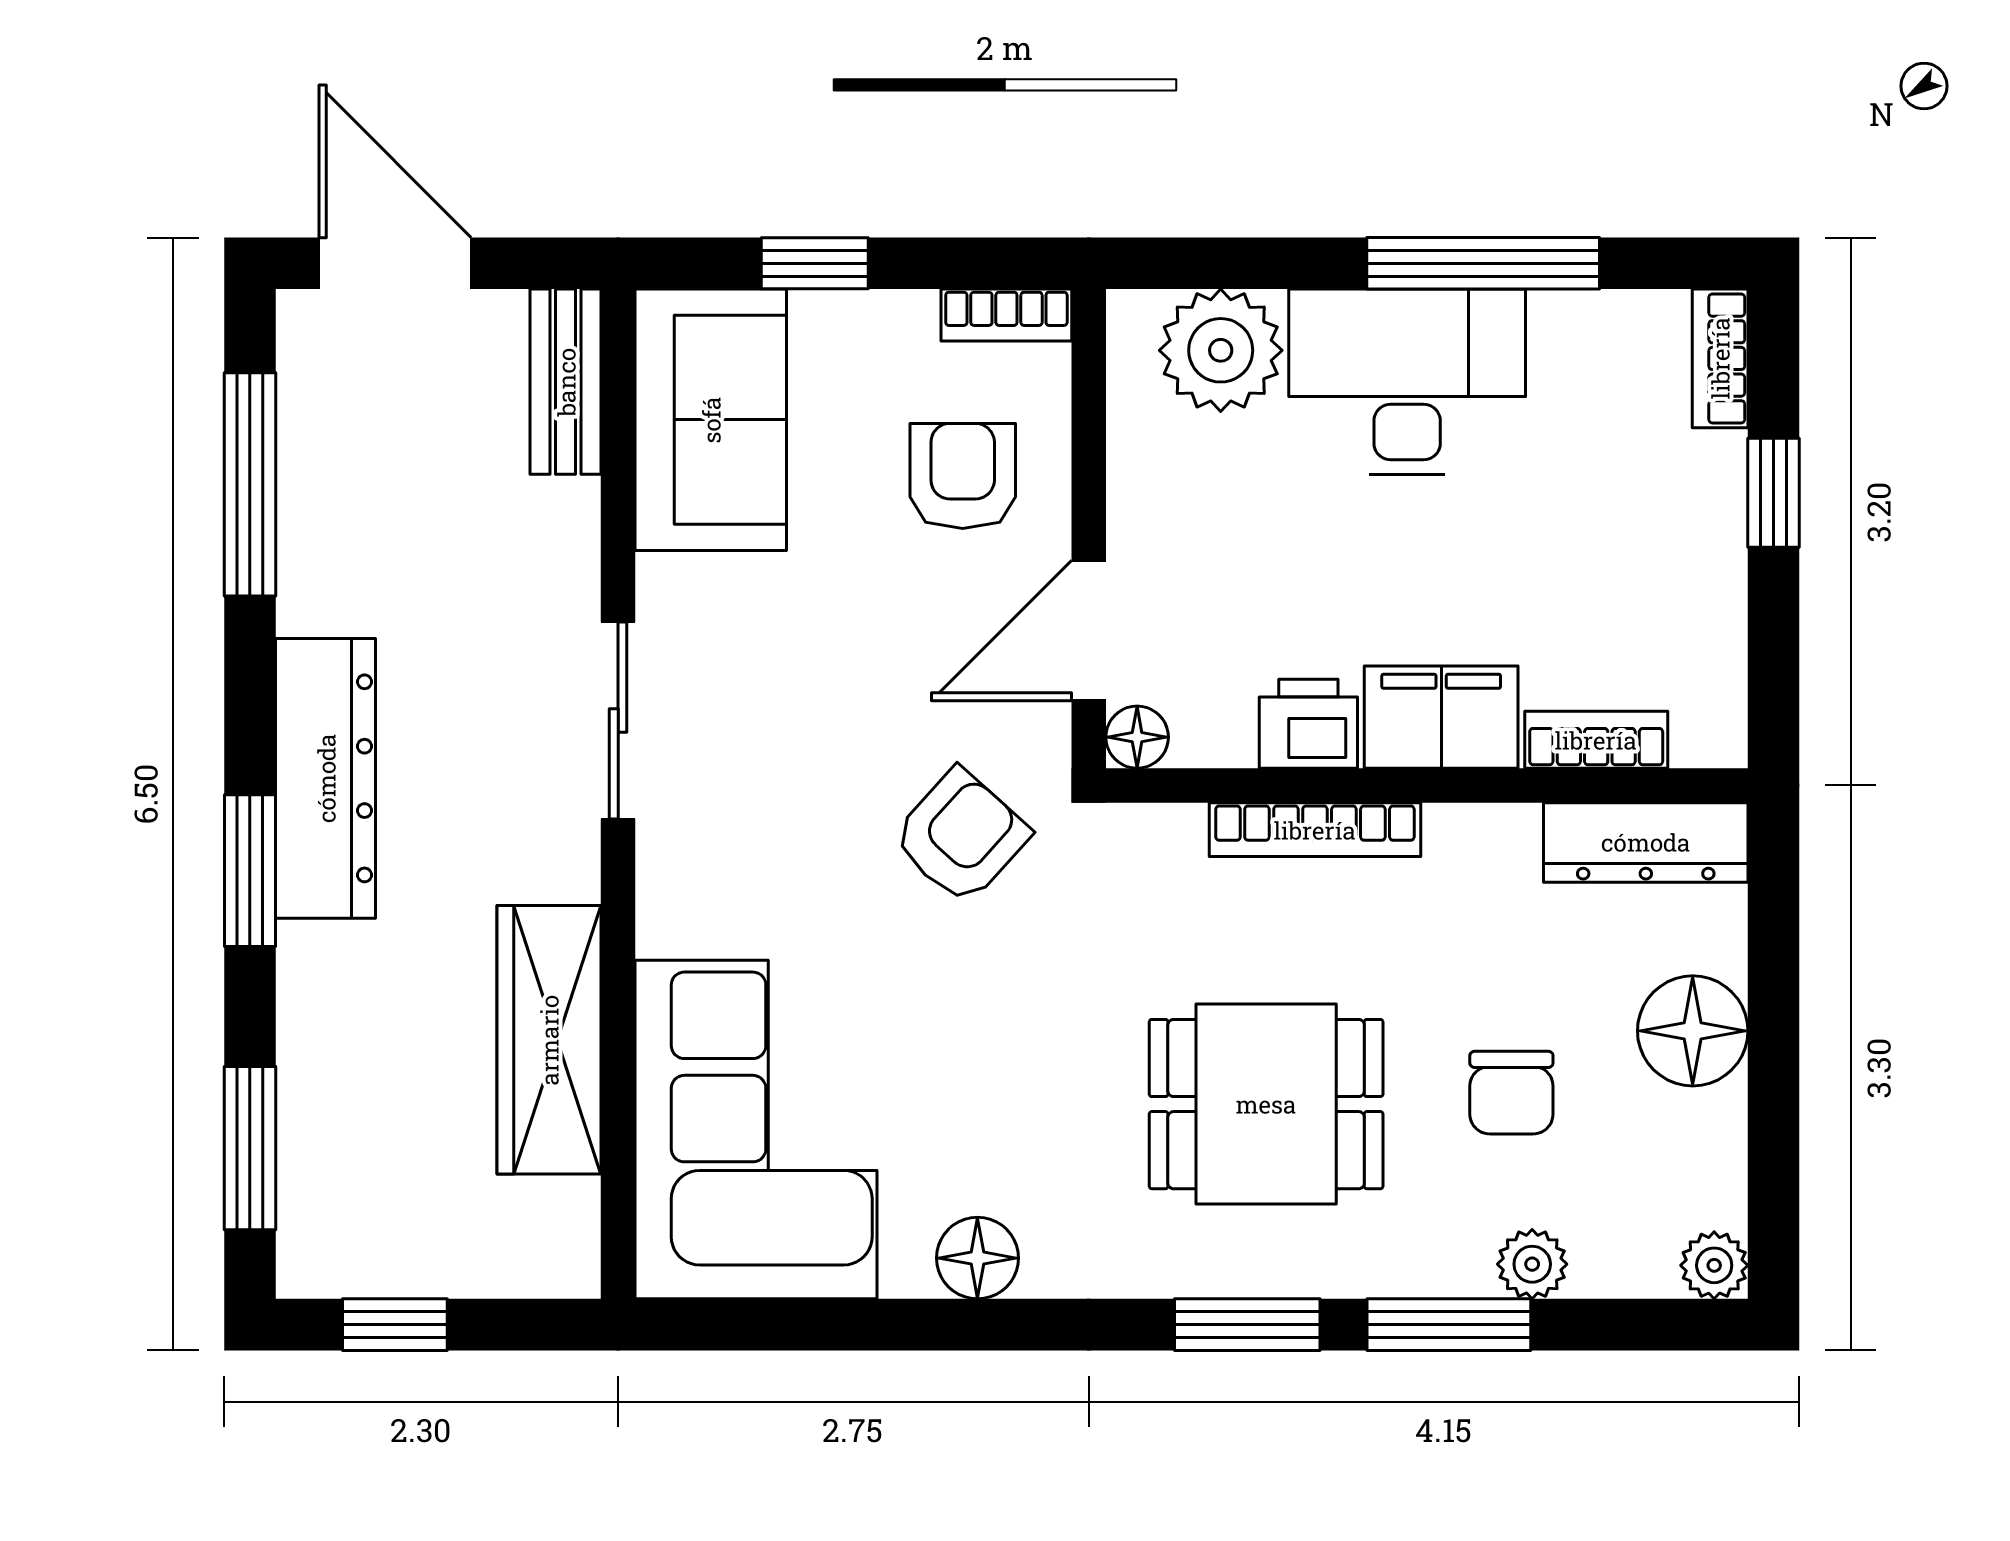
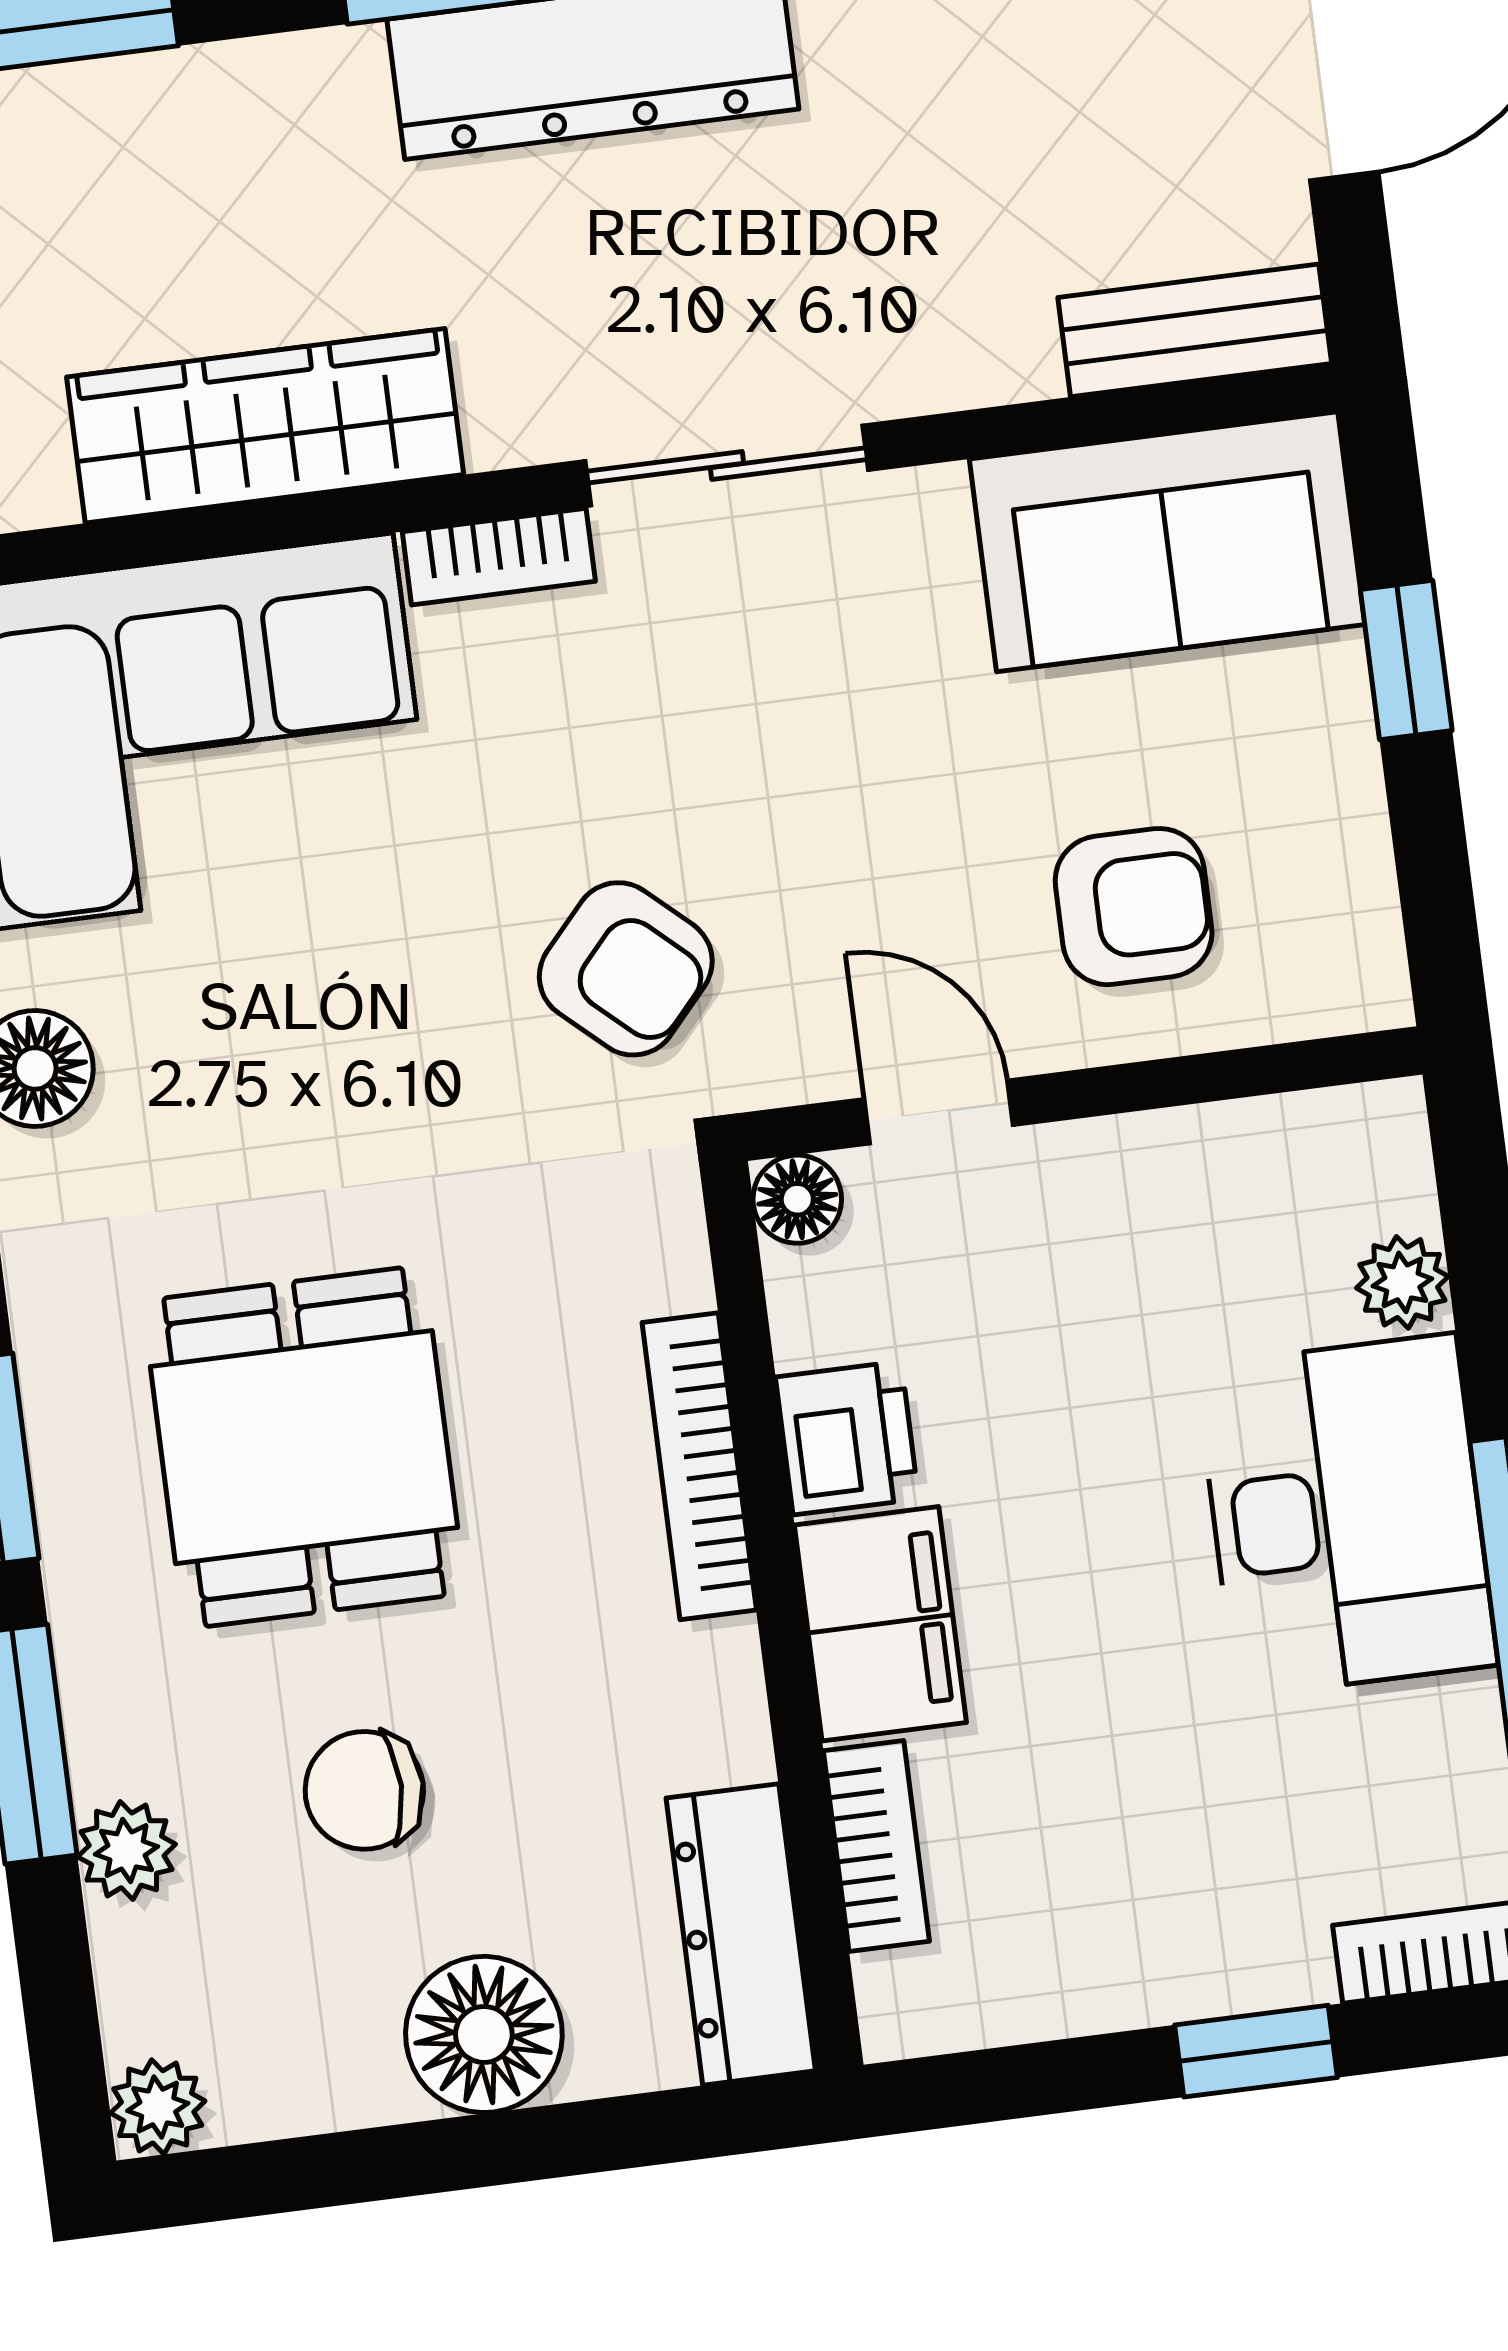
bookcase: (1006, 315) -> (499, 557), moved, turned -90
plant: (1221, 350) -> (1402, 1282), width x0.53, depth x0.53
door: (1089, 630) -> (939, 1112), width x0.73

